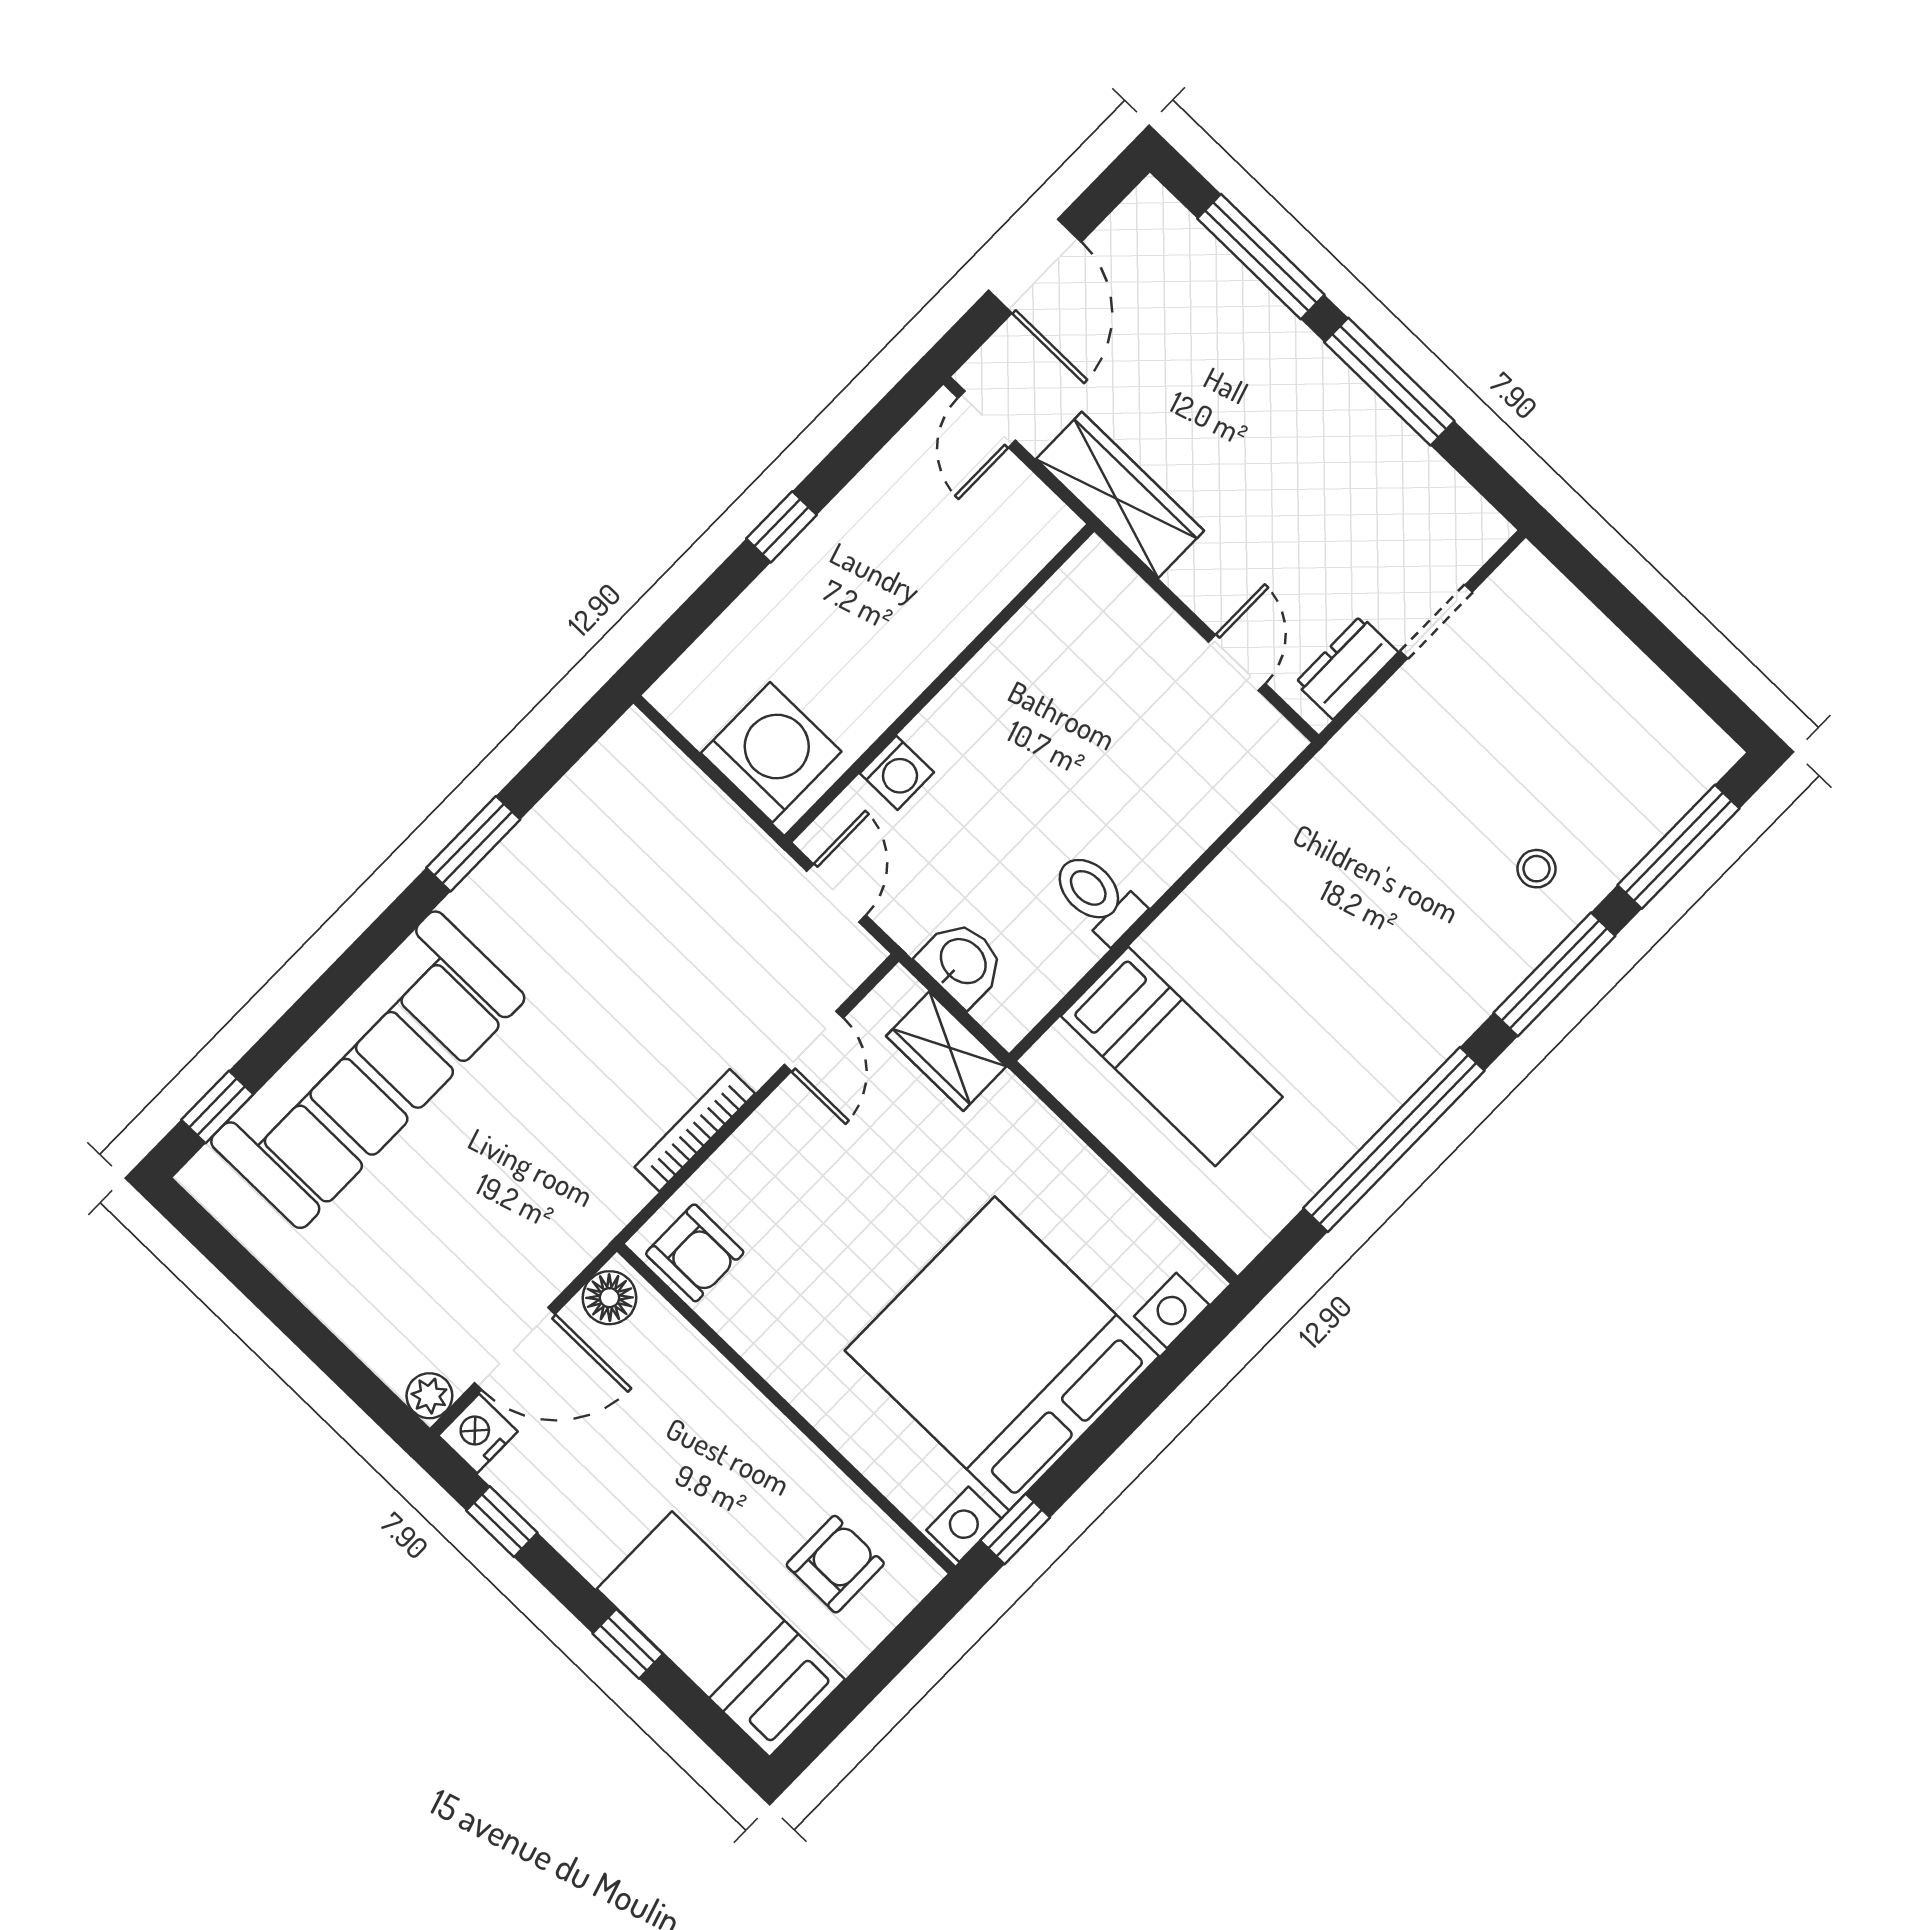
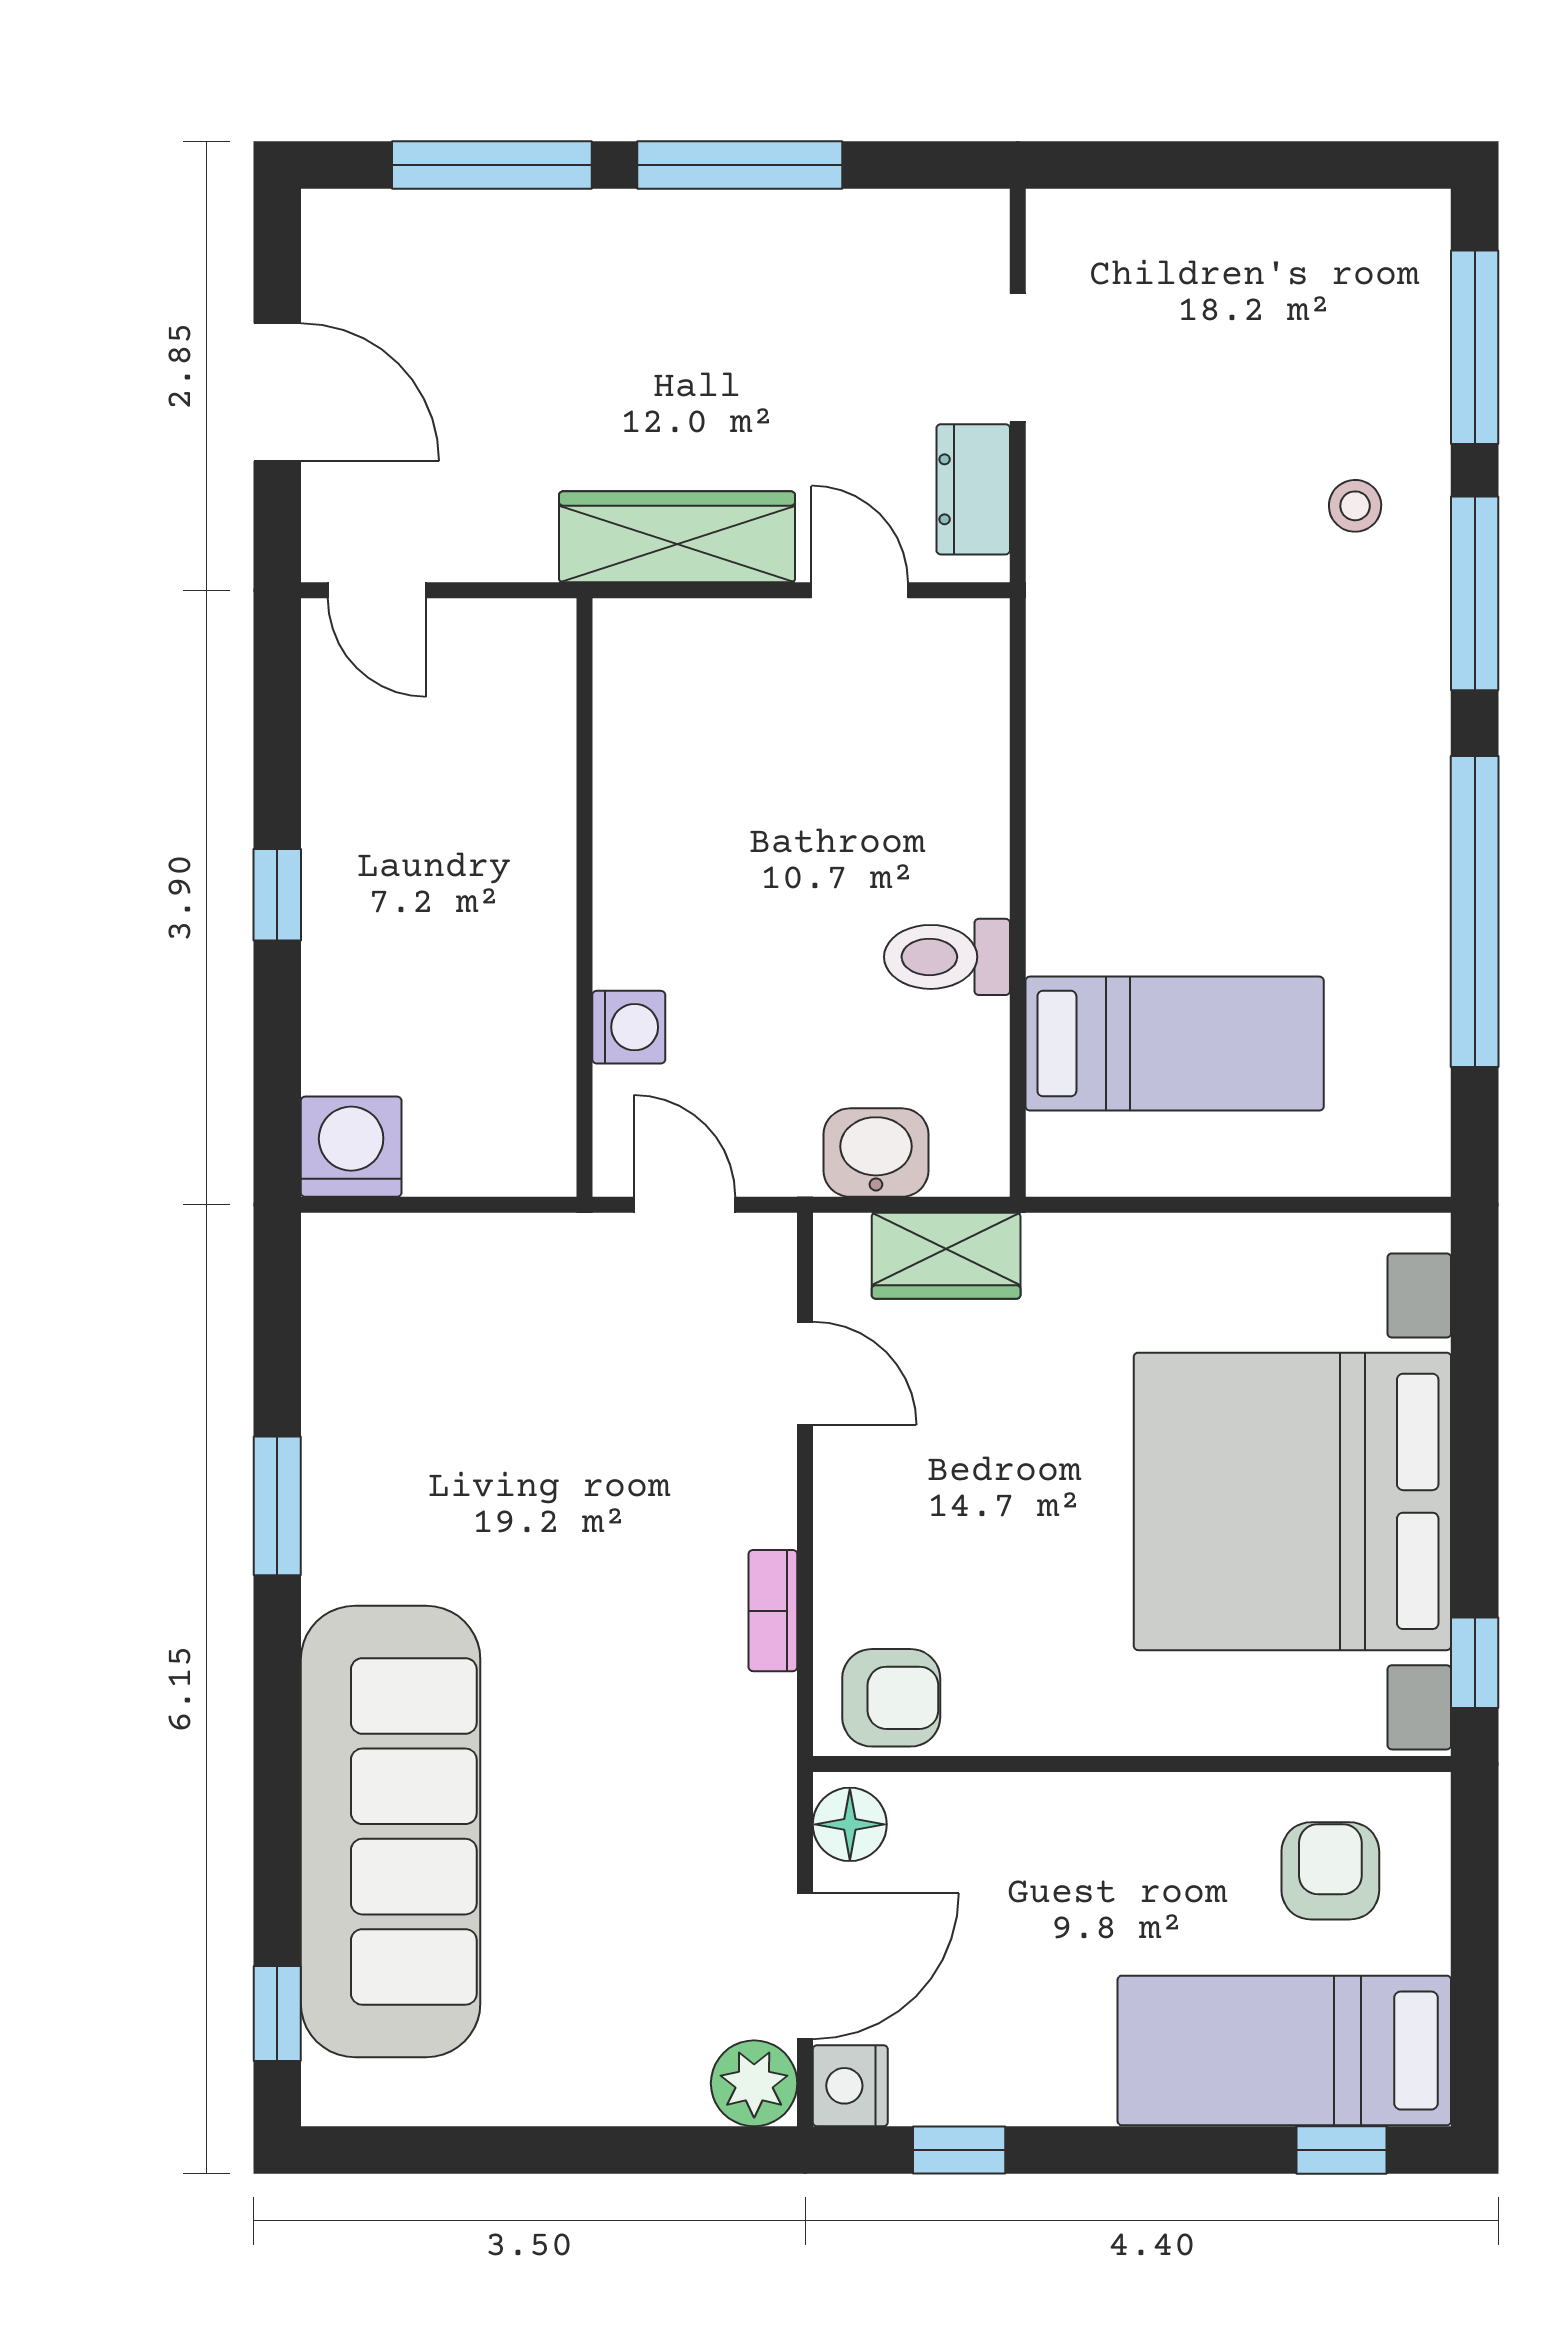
wardrobe: (1120, 495) -> (677, 537), moved
washing machine: (771, 752) -> (351, 1147), moved, width x0.73, depth x0.73
bookcase: (695, 1130) -> (773, 1611), width x0.64
plant: (429, 1396) -> (754, 2083), width x1.38, depth x1.38
window: (628, 1644) -> (1341, 2150), moved

